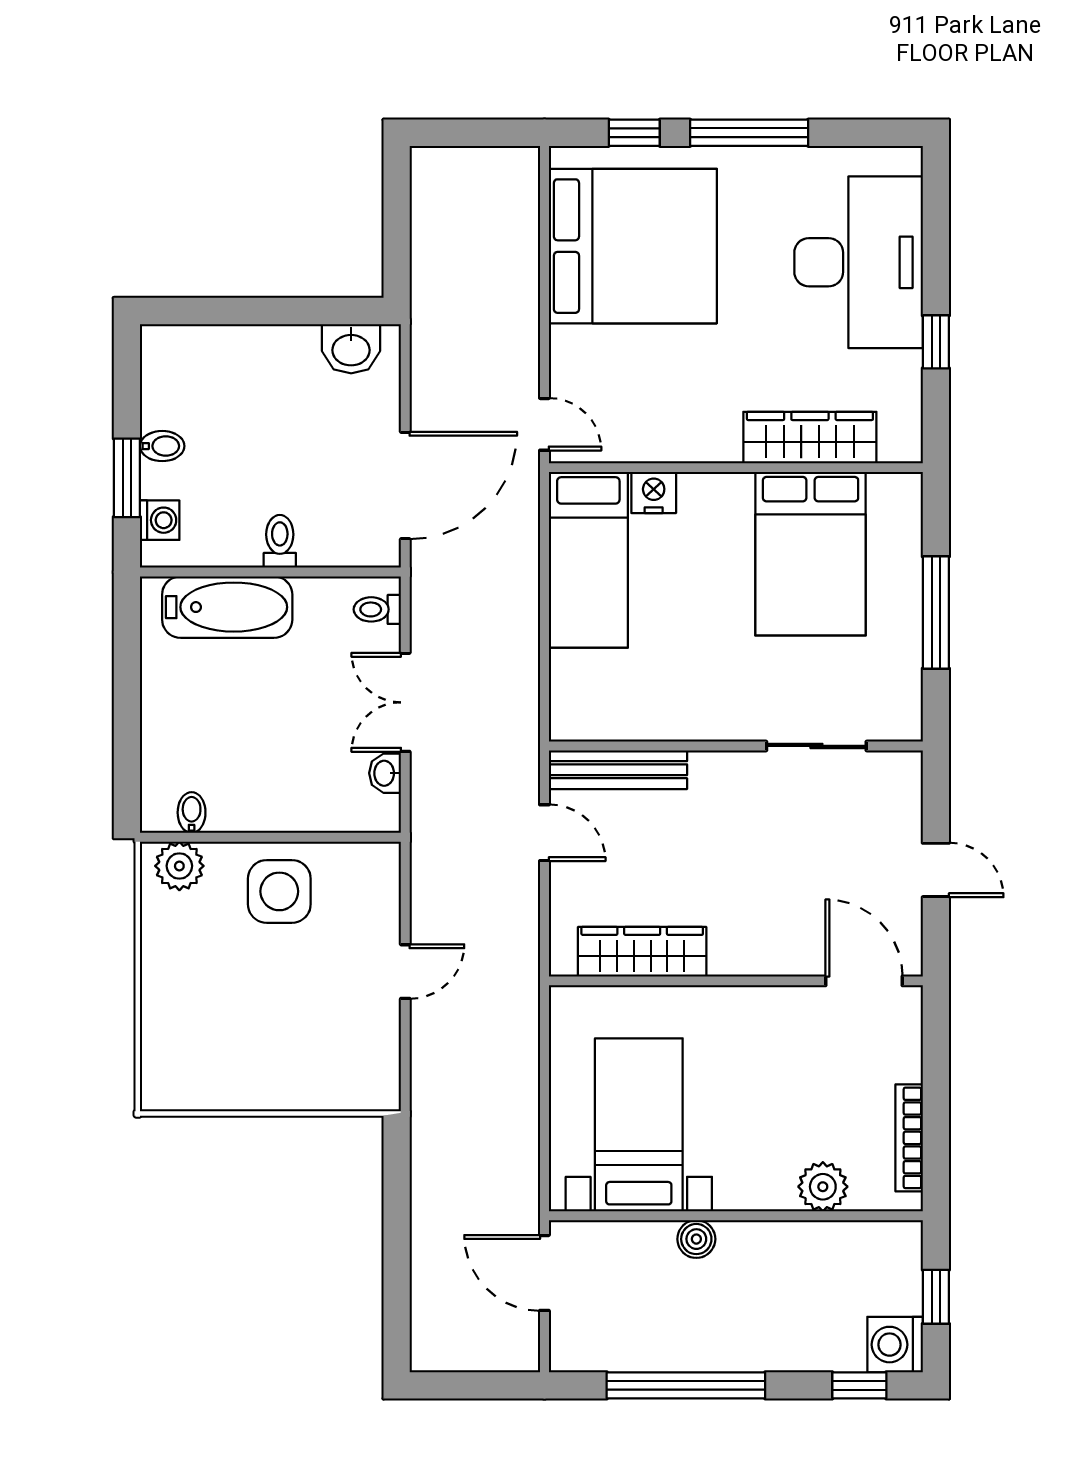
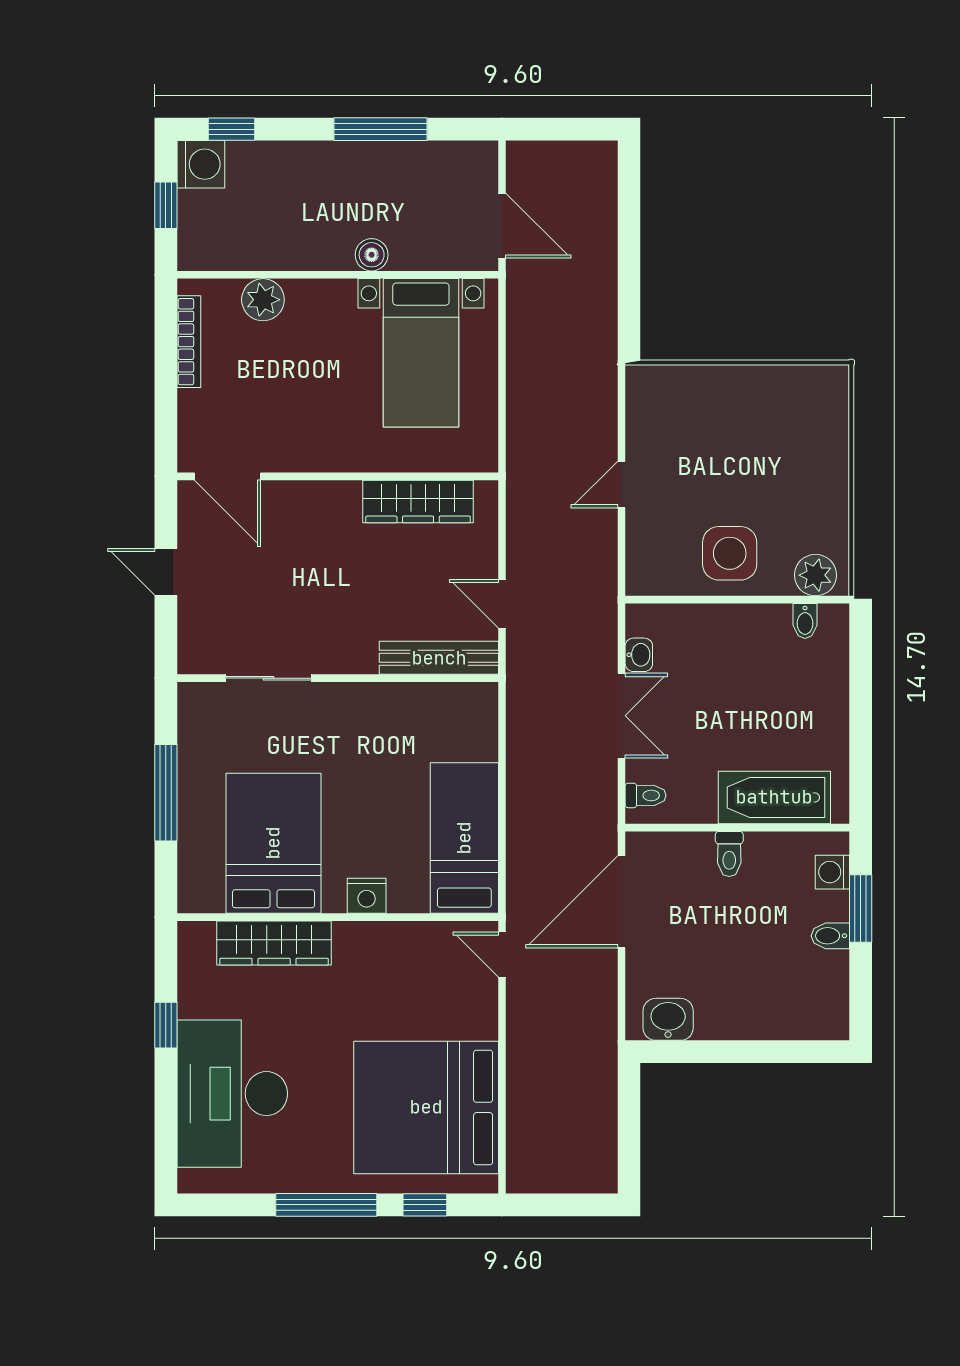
nightstand: (654, 493) -> (367, 896), moved
window: (686, 1385) -> (380, 129), width x0.68

